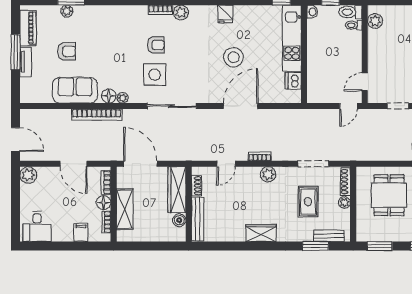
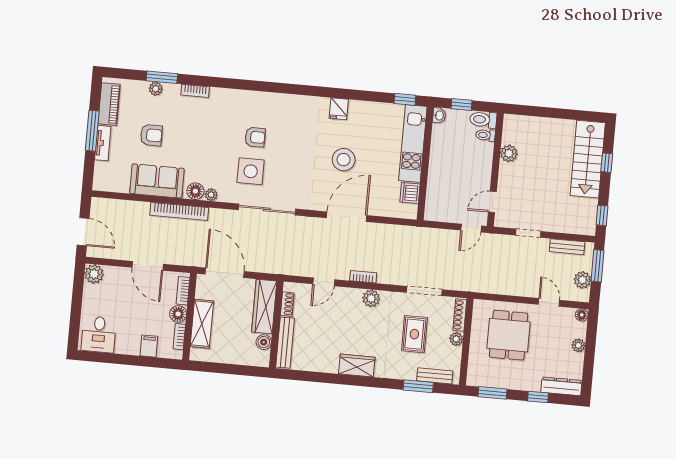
bookcase: (160, 10) -> (195, 91), moved
plant: (181, 12) -> (287, 102), removed
plant: (375, 21) -> (509, 153), moved

